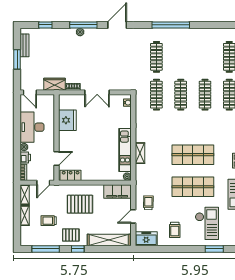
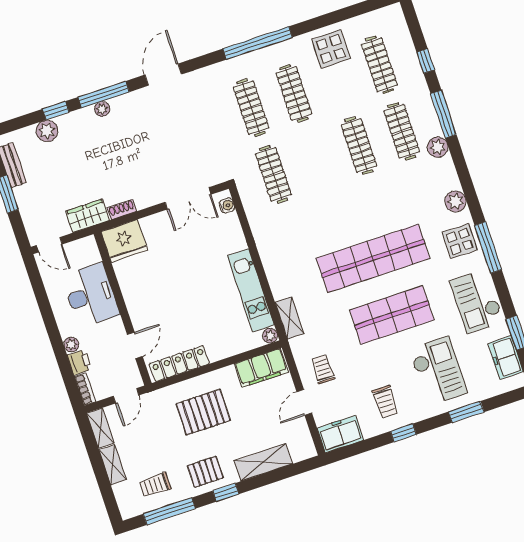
window: (45, 25) -> (56, 111), moved
plant: (48, 34) -> (47, 131), added
display table: (207, 40) -> (331, 49), added
double door: (97, 92) -> (188, 198), moved
clothes rail: (181, 95) -> (294, 93), moved
fridge: (67, 120) -> (124, 241), moved, turned 90
desk: (32, 127) -> (91, 295), moved, turned 180
shelving: (140, 153) -> (289, 318), moved
shop shelf: (193, 155) -> (373, 258), width x1.40
locker: (71, 175) -> (179, 364), width x1.53
trolley: (49, 221) -> (155, 485), moved
shelving: (109, 240) -> (263, 462), width x0.68
window: (179, 249) -> (403, 433), added

